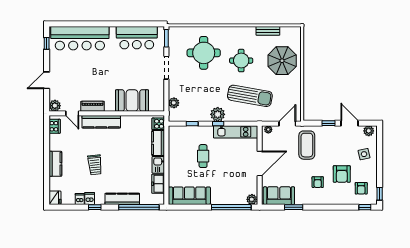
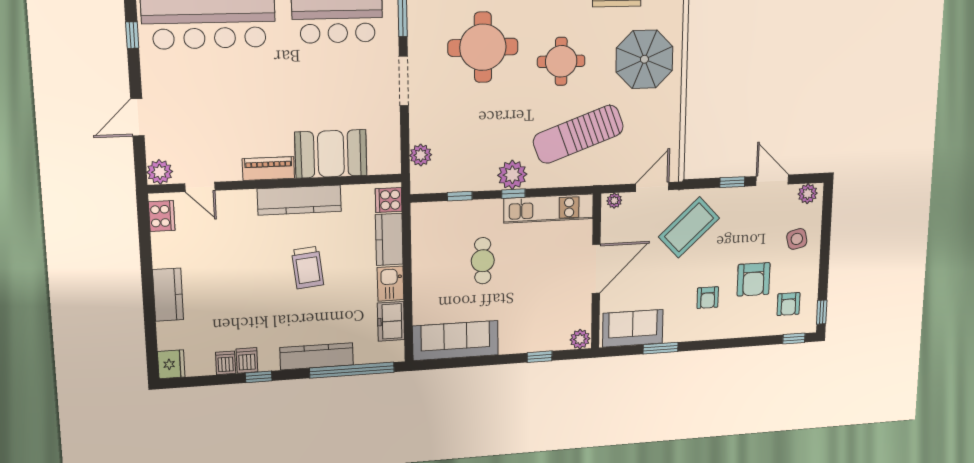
sun lounger: (250, 96) -> (578, 134), turned 150
piano: (93, 106) -> (268, 169), moved
kitchen counter: (101, 122) -> (299, 200), moved
coffee table: (307, 145) -> (689, 227), turned 47
trolley: (95, 165) -> (308, 268), moved
window: (231, 207) -> (540, 357), width x0.32

